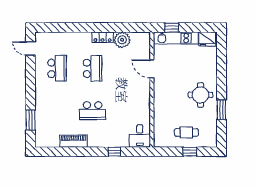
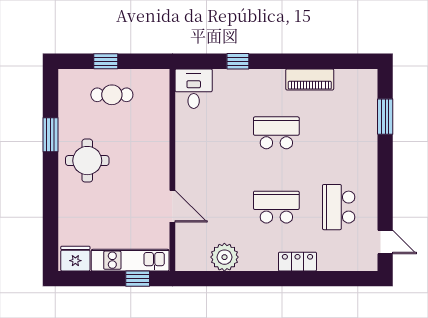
locker: (103, 37) -> (297, 262), moved
school desk: (93, 68) -> (276, 207), turned 90

